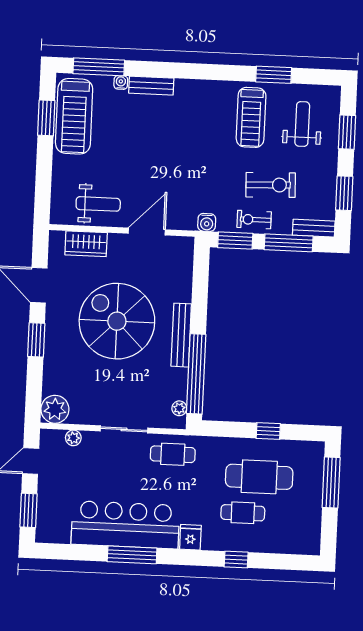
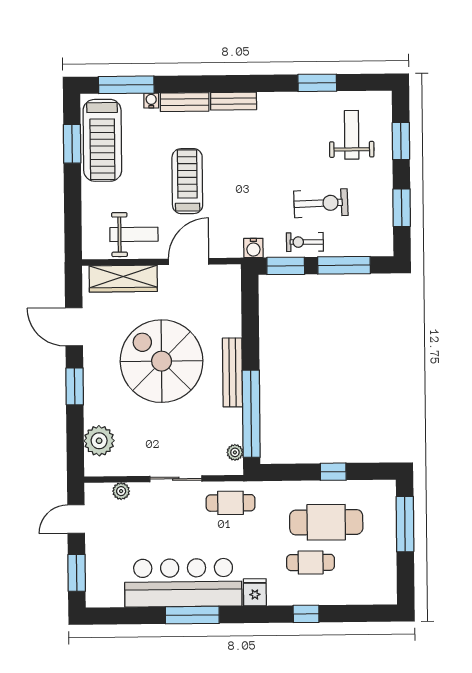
treadmill: (251, 117) -> (187, 181), moved, turned 180
bench: (314, 228) -> (234, 101), moved
wardrobe: (86, 244) -> (123, 279), width x1.50
plant: (55, 409) -> (99, 441), moved

